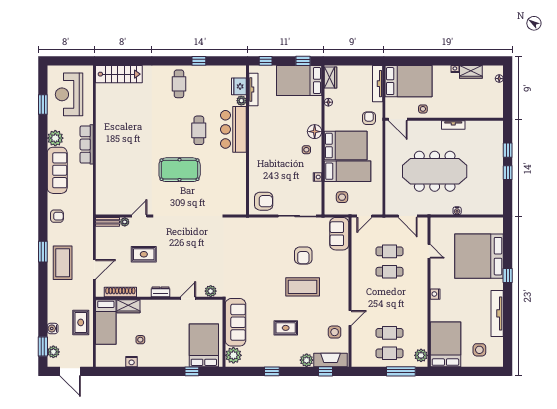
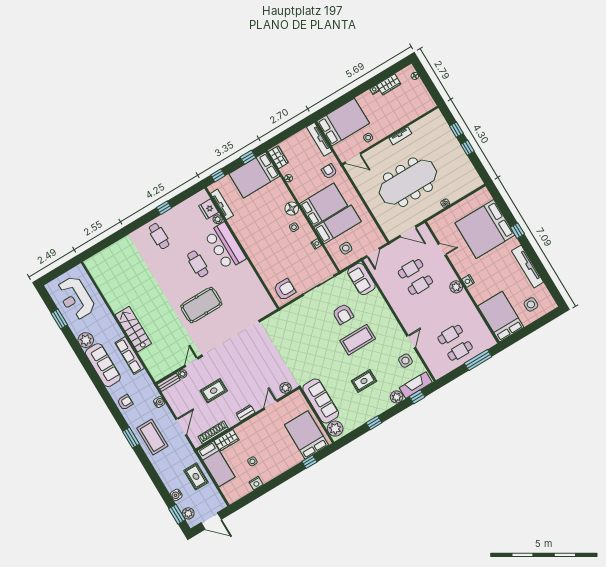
stairs: (119, 74) -> (133, 329), moved, turned -90
row of seats: (87, 144) -> (130, 356), moved
water cooler: (88, 235) -> (159, 402), added
plant: (421, 355) -> (456, 287), moved

